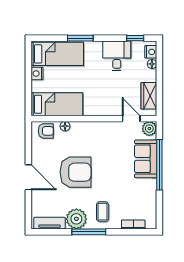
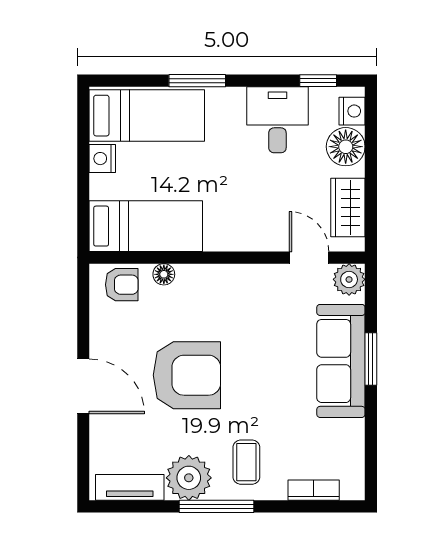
floor lamp: (152, 64) -> (346, 147), width x1.89, depth x1.89
sofa: (146, 159) -> (341, 361), width x1.36
window: (159, 165) -> (371, 359), width x0.47

